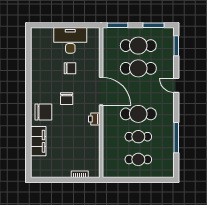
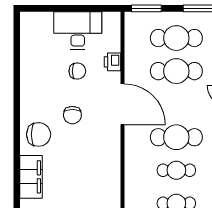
printer: (94, 119) -> (112, 62), moved

